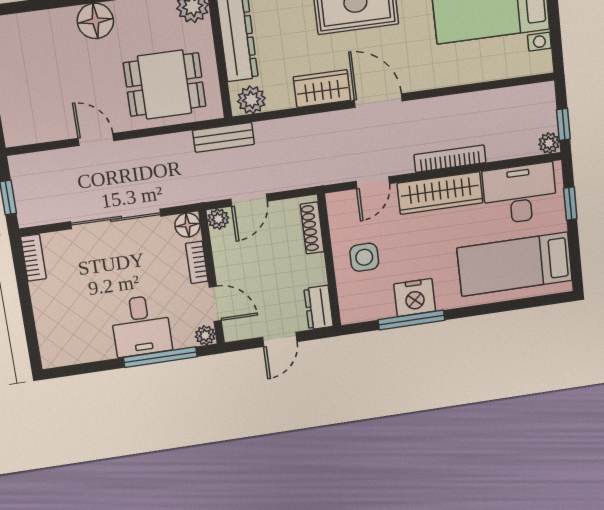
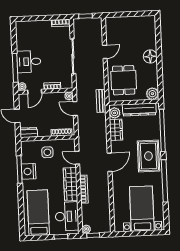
wardrobe: (322, 89) -> (116, 130), moved
floor lamp: (187, 225) -> (68, 84), removed

